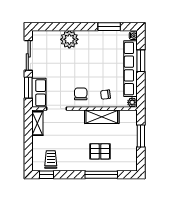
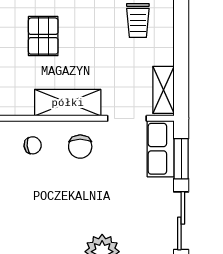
shelving: (102, 117) -> (68, 103), moved
pallet: (100, 151) -> (43, 36), turned 90

